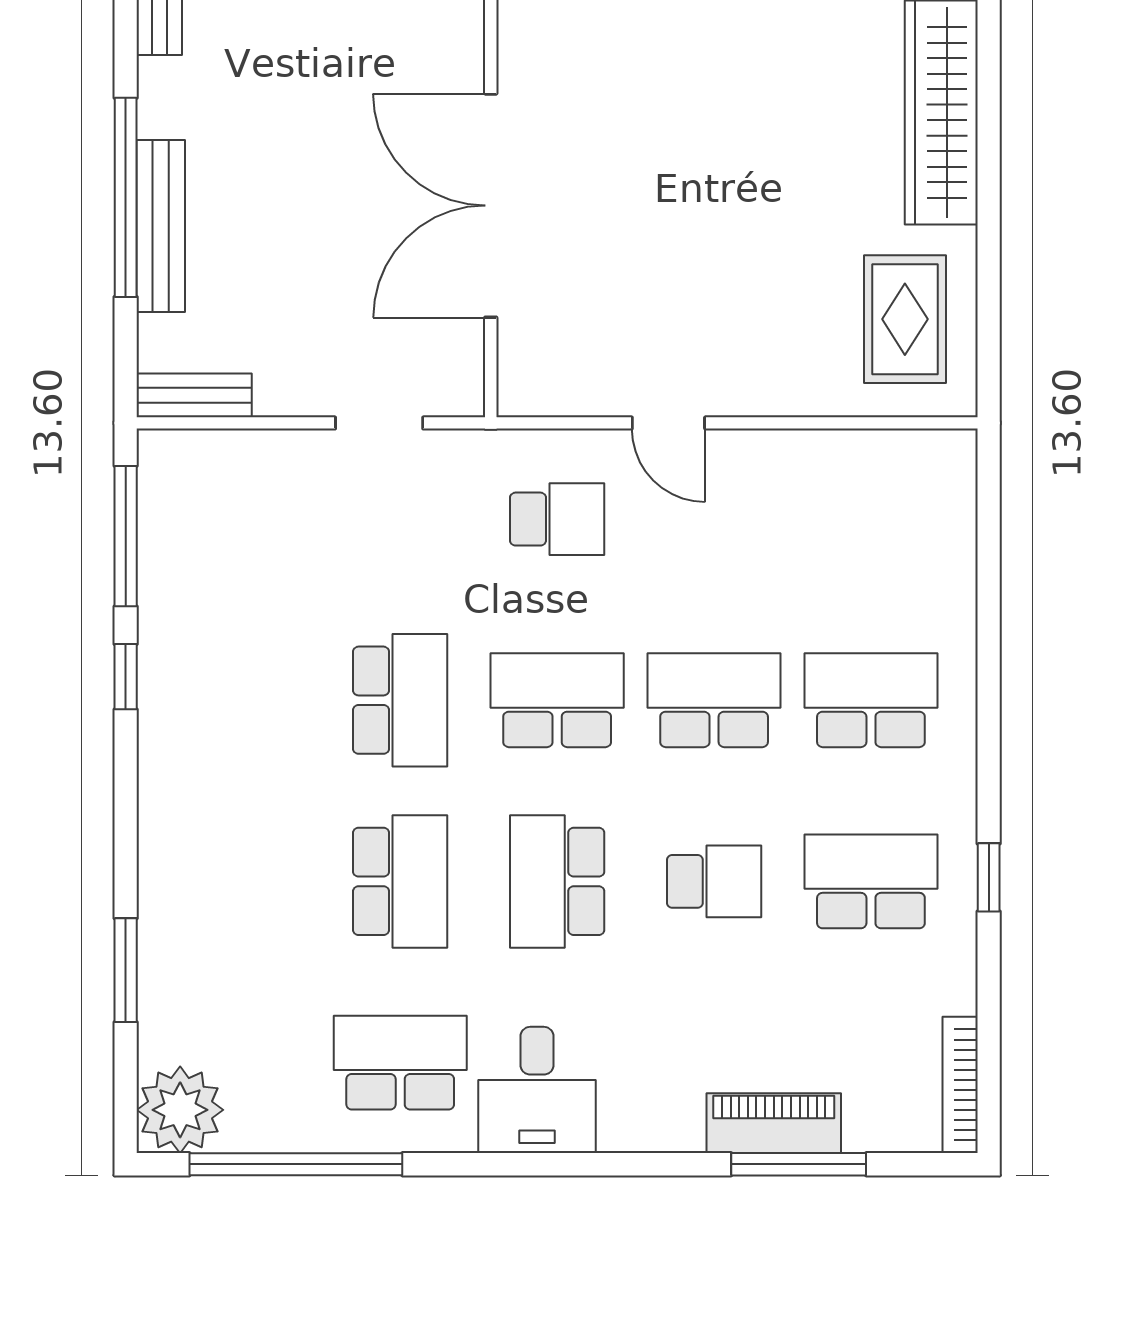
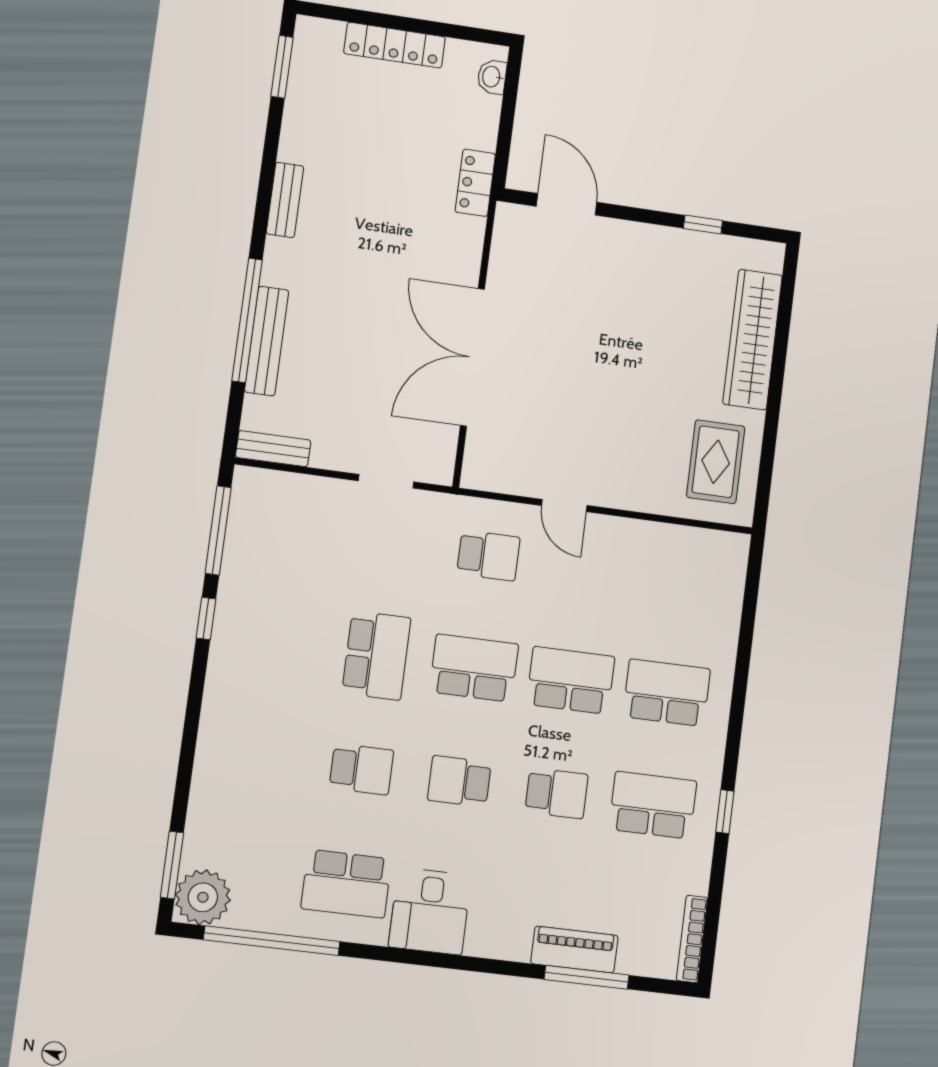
school desk: (400, 881) -> (361, 769), width x0.54
school desk: (557, 881) -> (459, 781), width x0.54
window: (126, 970) -> (172, 865), moved
school desk: (400, 1063) -> (346, 884), turned 180

